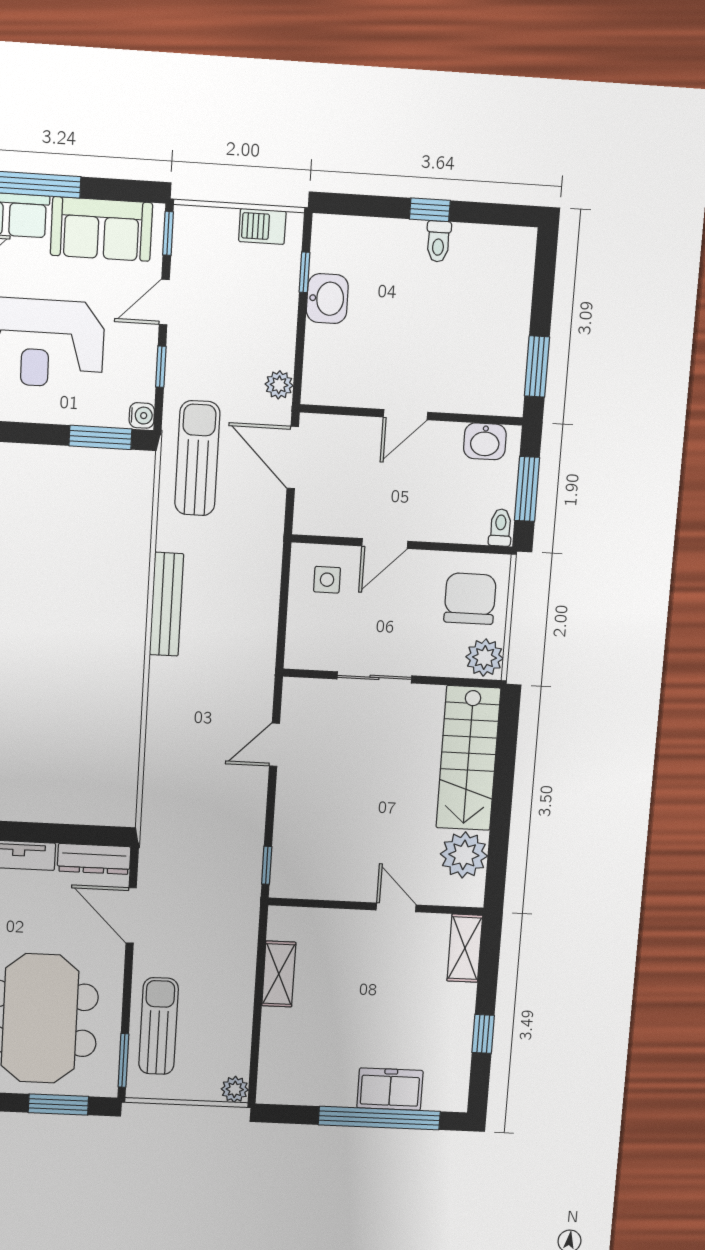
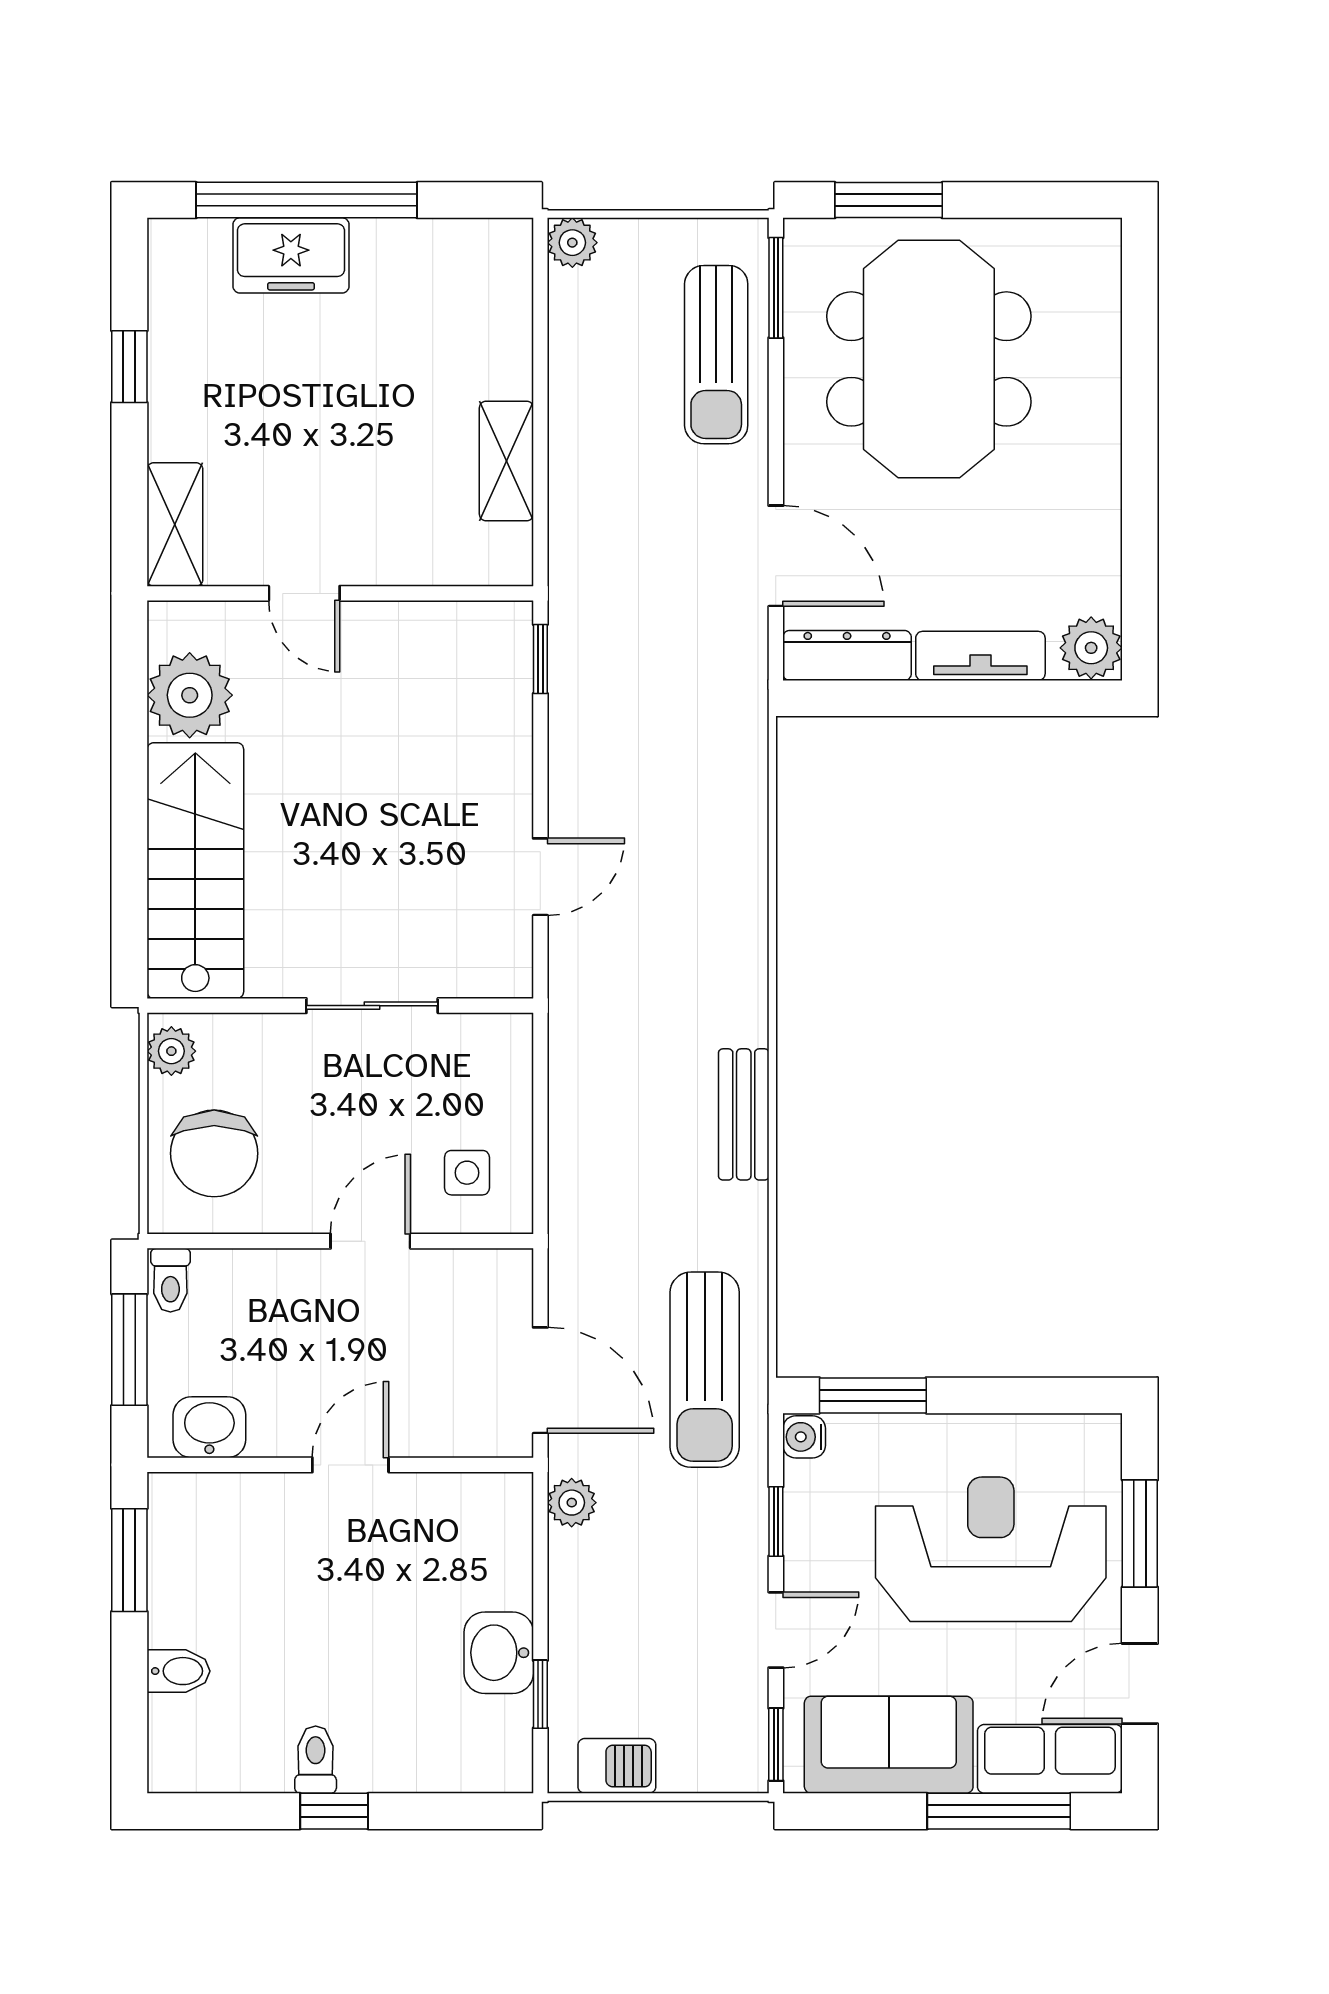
bidet: (514, 299) -> (178, 1671), added
bench: (167, 604) -> (744, 1114), width x0.73
plant: (485, 658) -> (171, 1051), width x0.73, depth x0.73

